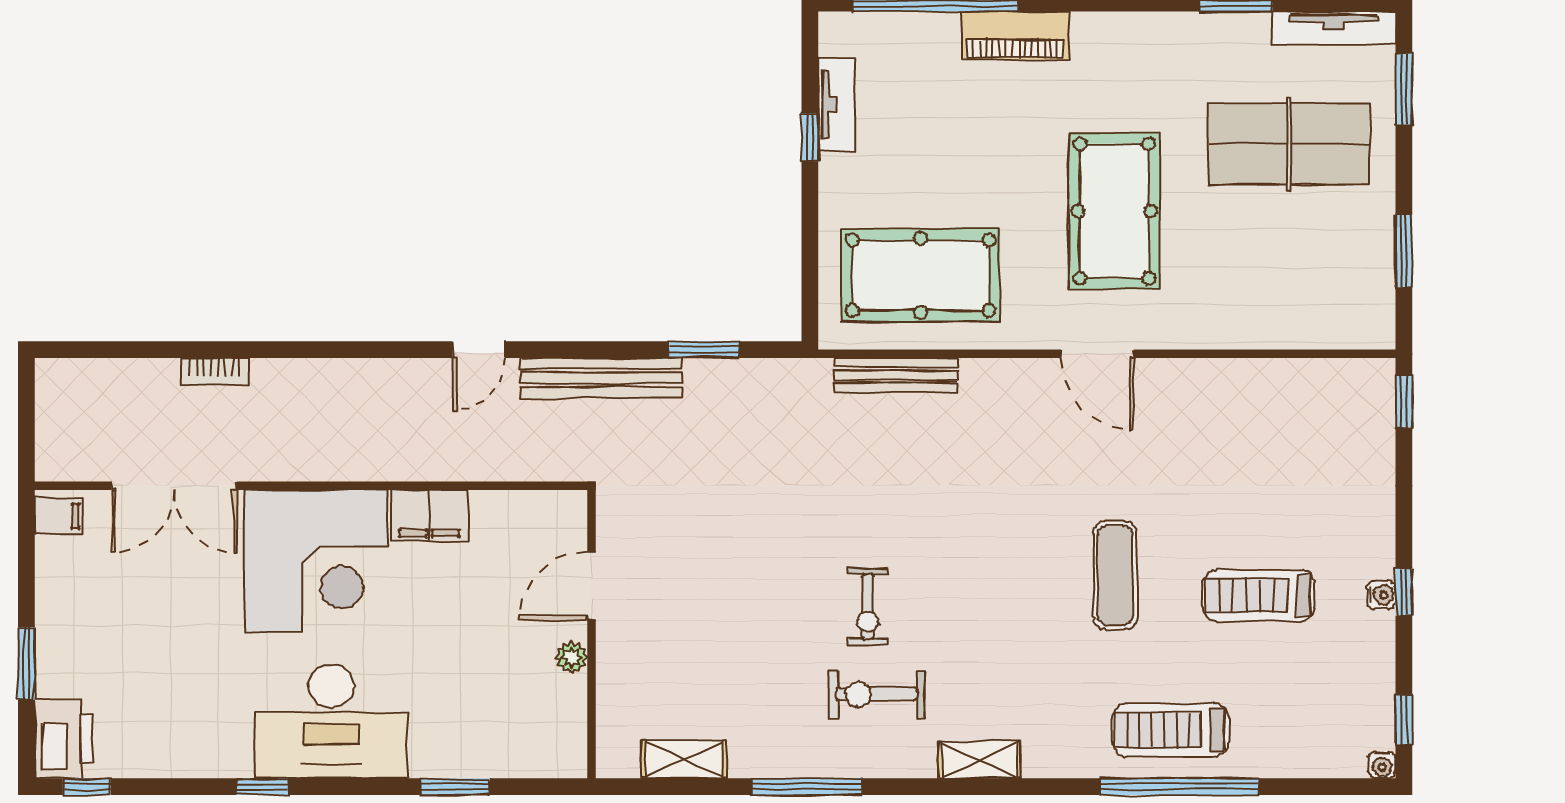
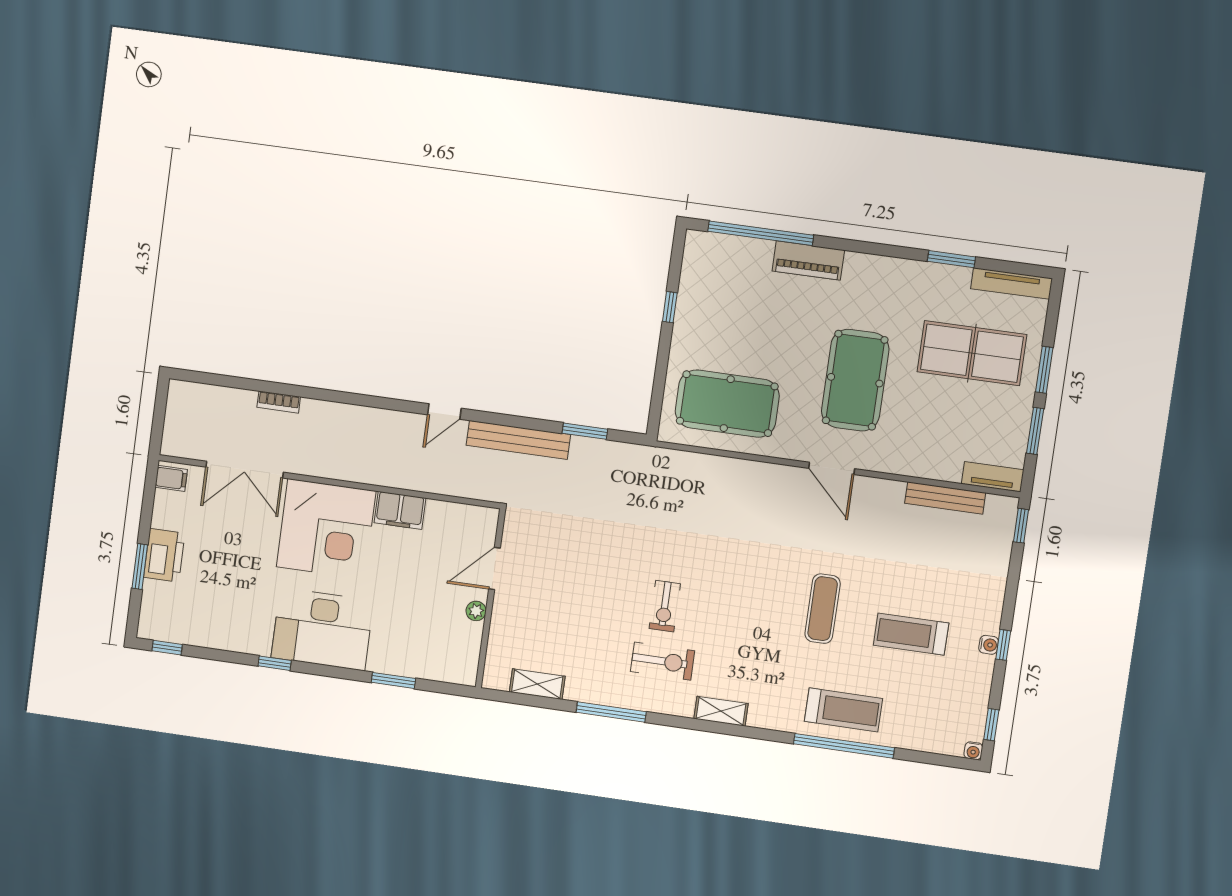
window: (1404, 90) -> (1044, 370), moved
tv unit: (836, 104) -> (993, 477), moved, turned -90
bench: (896, 375) -> (945, 498), moved
exercise bike: (876, 694) -> (663, 661), turned 180
treadmill: (1171, 730) -> (843, 710), turned 180
printer: (63, 739) -> (164, 555), moved

